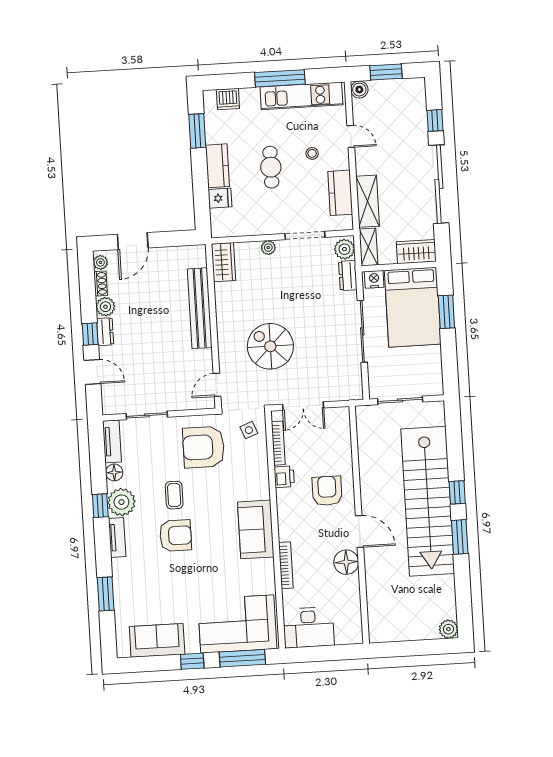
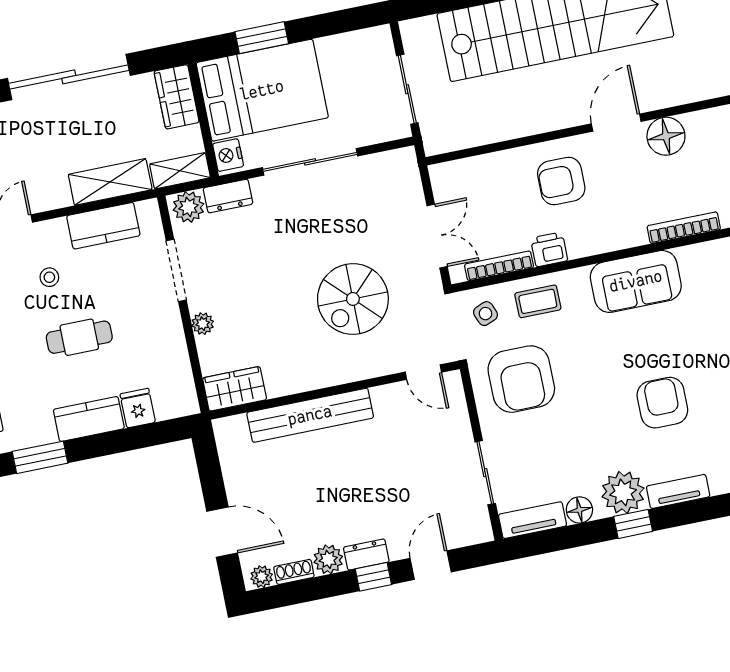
coffee table: (174, 495) -> (538, 301), moved

